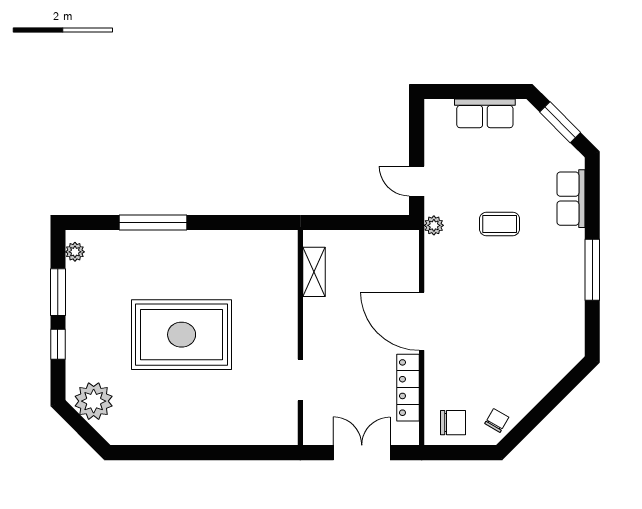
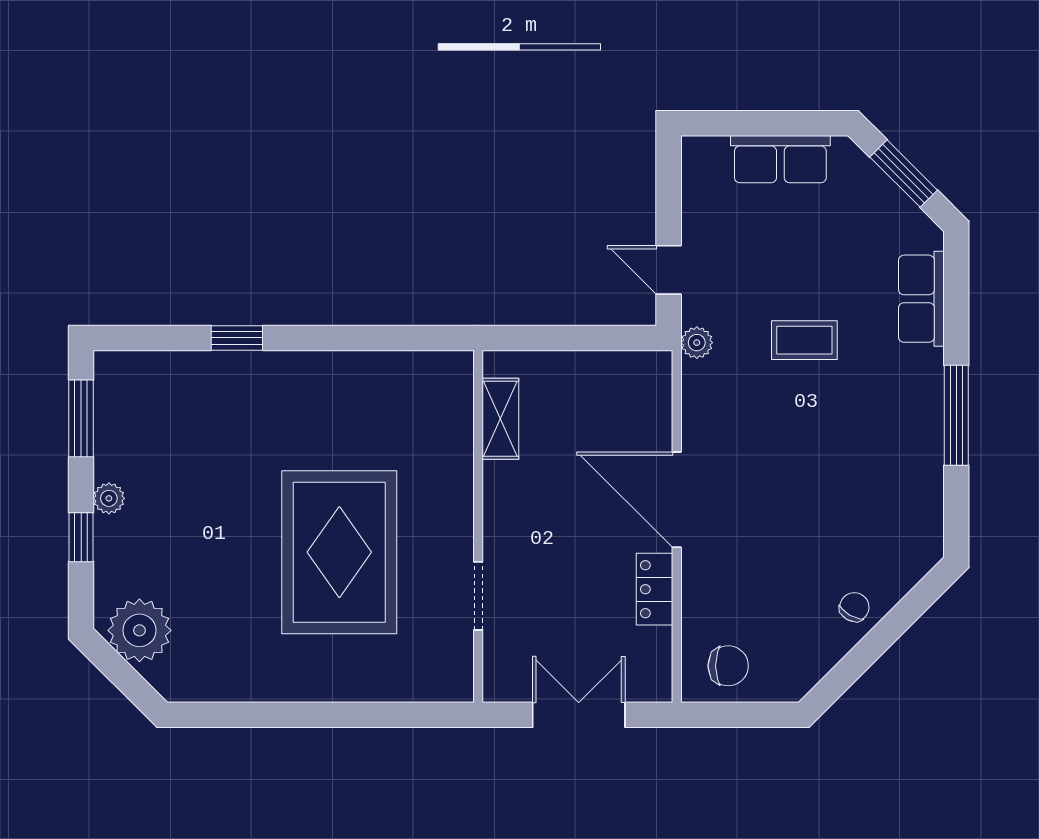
window: (153, 223) -> (237, 338), width x0.46
plant: (75, 252) -> (109, 498), moved
window: (58, 292) -> (81, 418), moved
rug: (182, 335) -> (339, 552), moved, turned 90
locker: (408, 388) -> (654, 589), width x0.66
chair: (497, 420) -> (854, 607), moved

